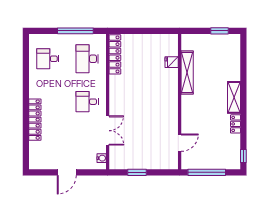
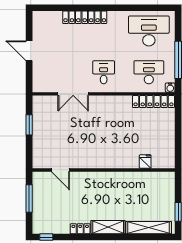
desk: (48, 59) -> (149, 31), width x1.87, depth x1.30
shelving: (187, 73) -> (149, 228), moved
water cooler: (102, 158) -> (170, 88), moved
window: (207, 172) -> (29, 199), width x0.68

